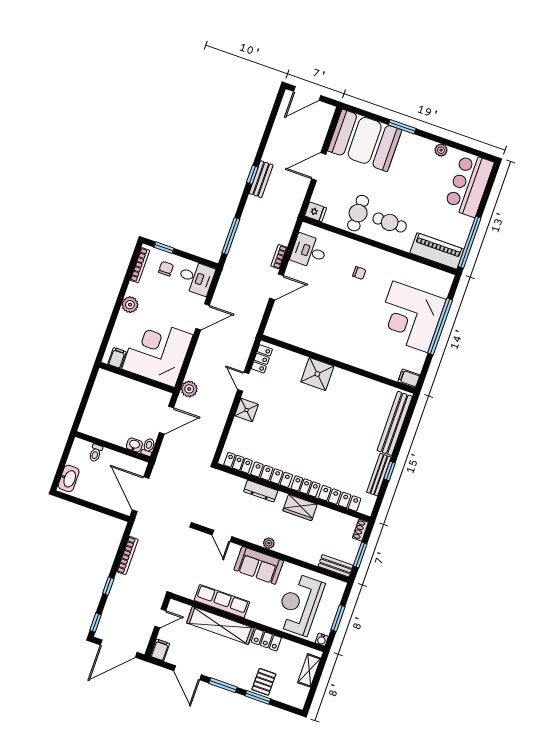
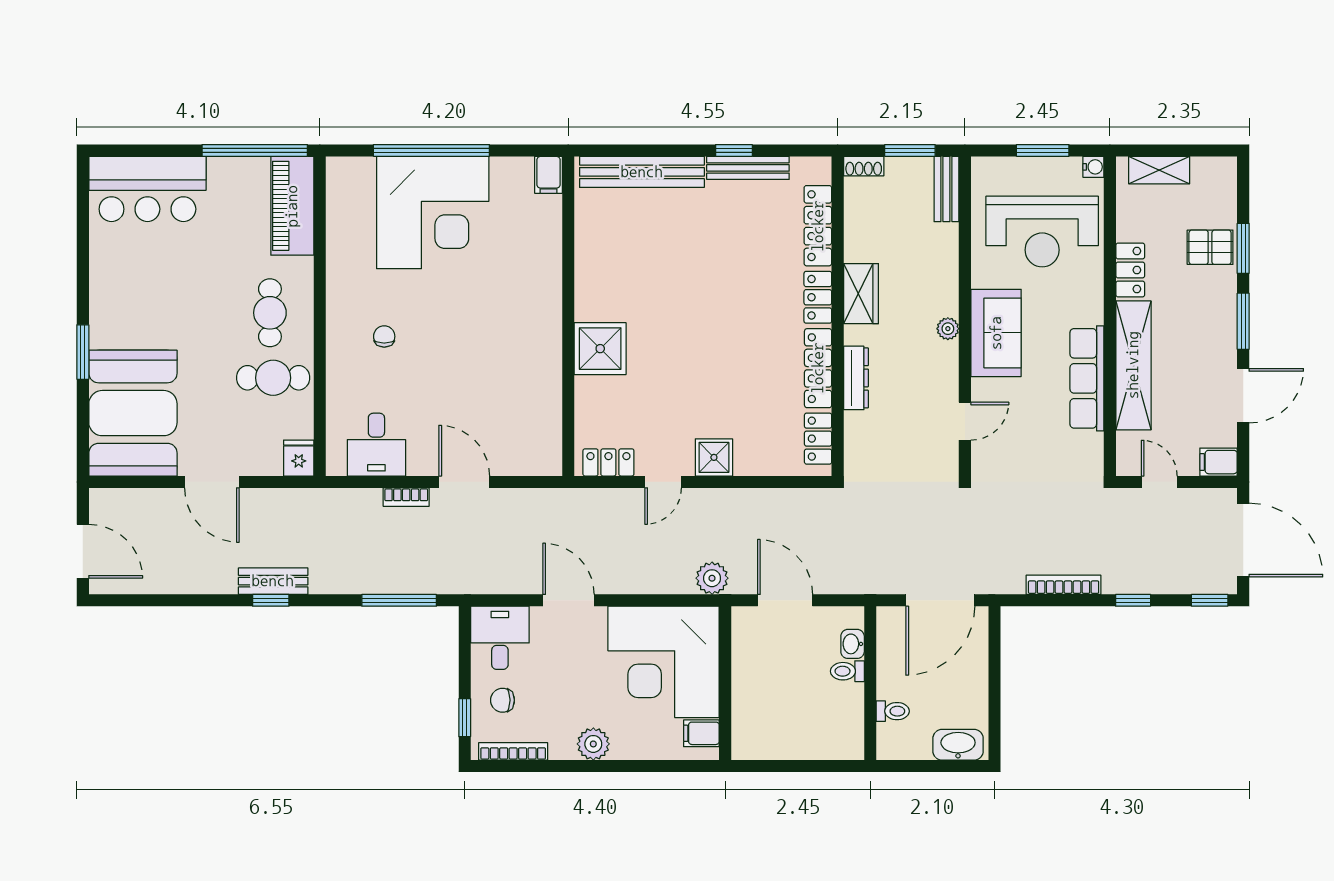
plant: (441, 150) -> (101, 264), removed
toilet: (148, 447) -> (847, 671), moved

